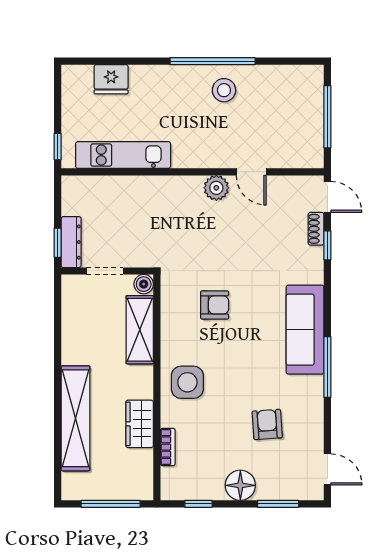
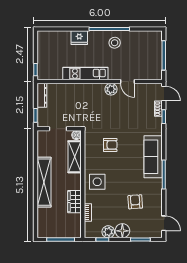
fridge: (111, 79) -> (79, 38), moved
kitchen unit: (123, 155) -> (85, 74), moved
dresser: (71, 242) -> (42, 95), moved
shelving: (75, 418) -> (44, 182), moved
plant: (210, 487) -> (108, 232), added

